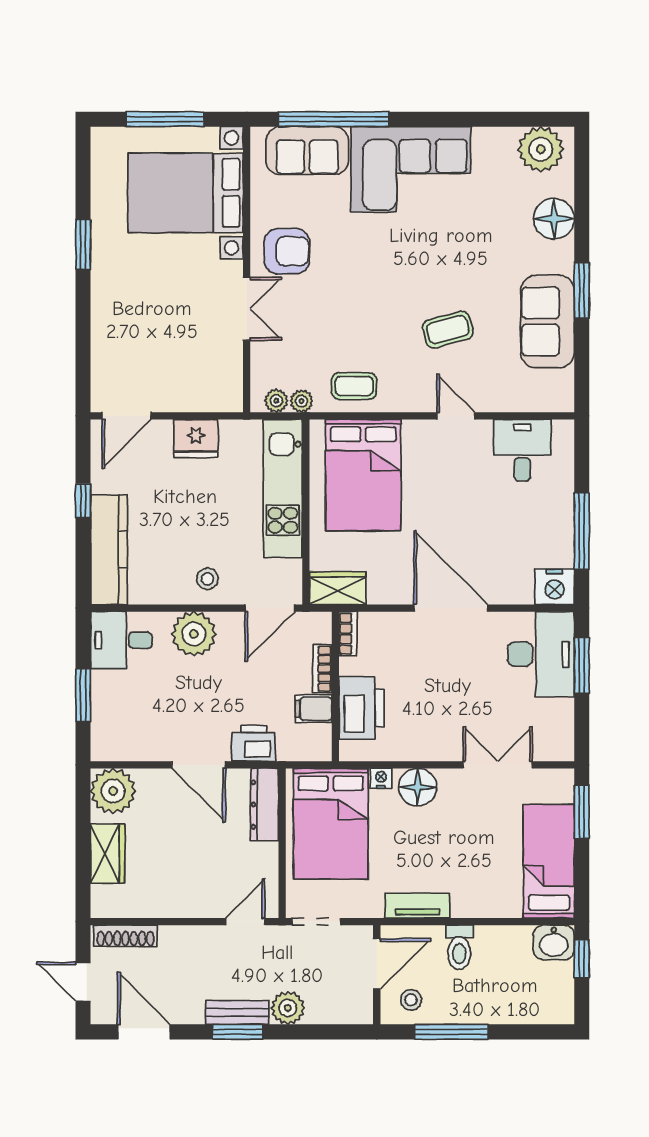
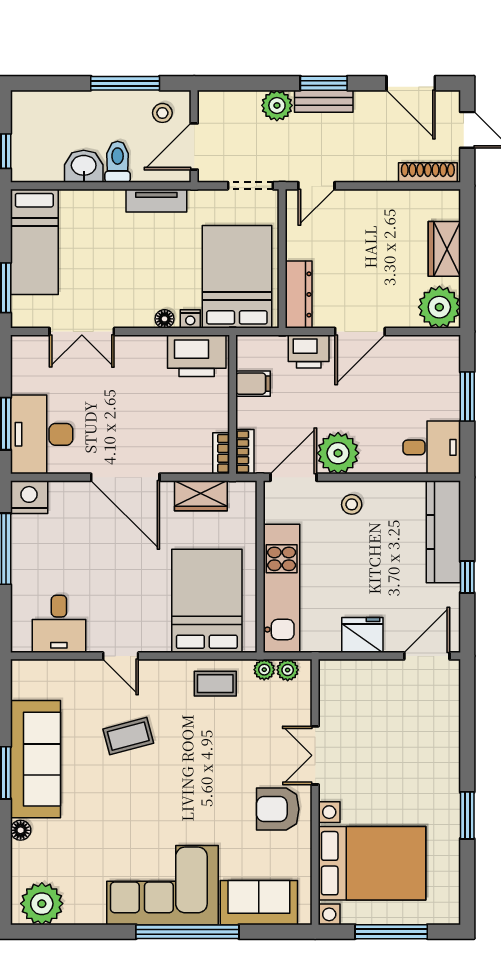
window: (333, 119) -> (187, 932), moved
floor lamp: (554, 219) -> (21, 830), width x0.53, depth x0.53
sofa: (547, 321) -> (36, 759), width x1.36
wardrobe: (338, 588) -> (201, 496), moved
plant: (194, 634) -> (338, 453), moved
bookcase: (322, 669) -> (245, 452), moved
printer: (362, 708) -> (197, 356), moved, turned -90
door: (199, 765) -> (360, 331), swing flipped
floor lamp: (418, 787) -> (165, 319), width x0.53, depth x0.53
washbasin: (554, 943) -> (84, 166), moved

